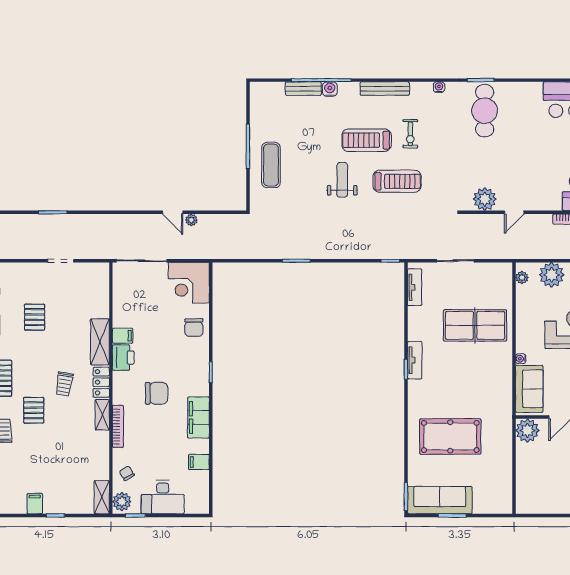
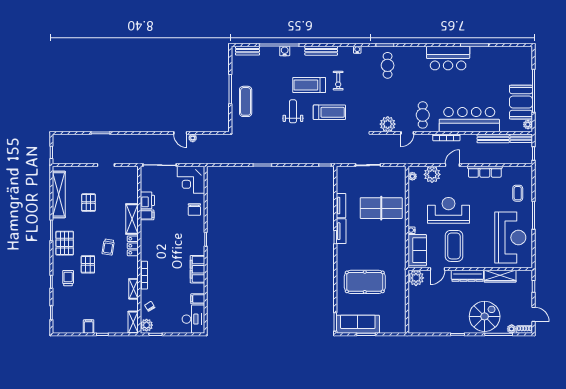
bench: (303, 89) -> (247, 51), moved
cafe table: (485, 111) -> (388, 65), width x0.73, depth x0.74
cafe table: (538, 185) -> (423, 115), added
tv unit: (415, 287) -> (341, 206), moved
printer: (123, 358) -> (147, 200), moved
chair: (157, 393) -> (170, 253), removed
shelving: (102, 415) -> (134, 289), moved
desk: (163, 497) -> (193, 319), moved, turned -90

